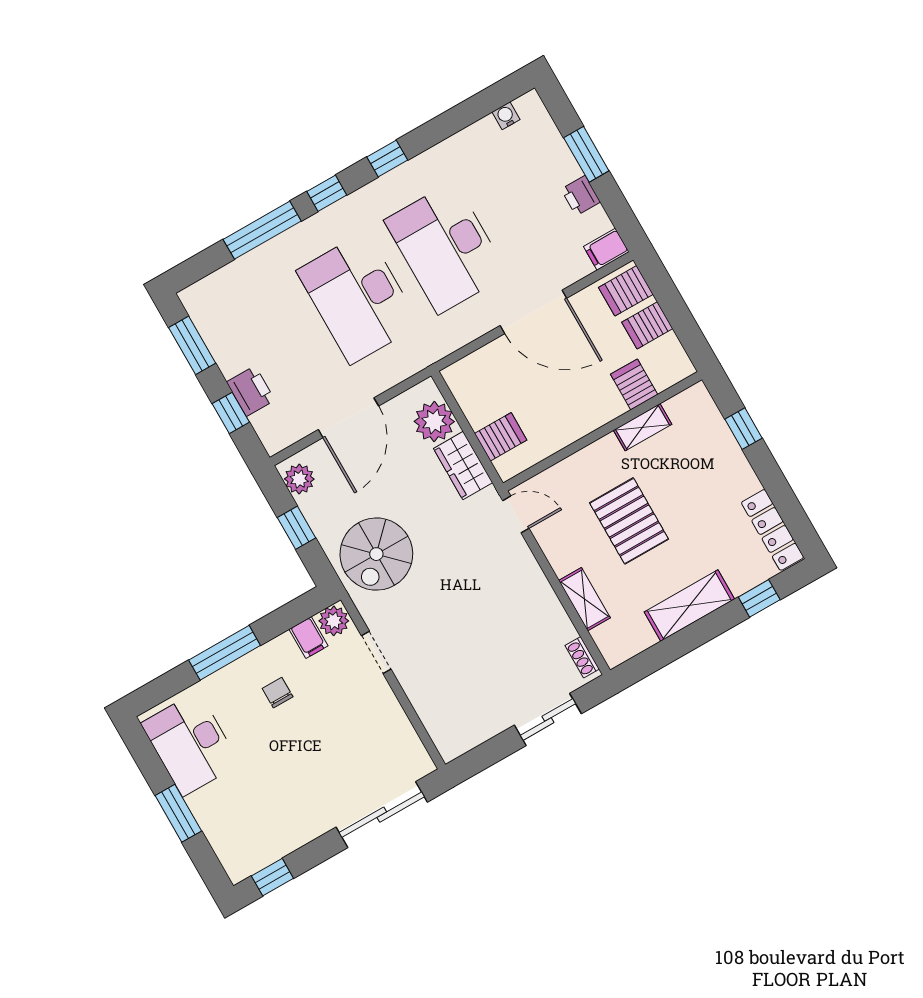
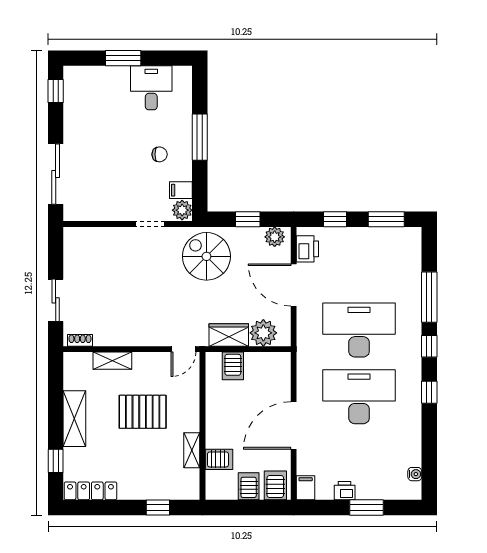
printer: (251, 391) -> (307, 249), moved, turned -90
desk: (190, 744) -> (151, 88), width x0.73

